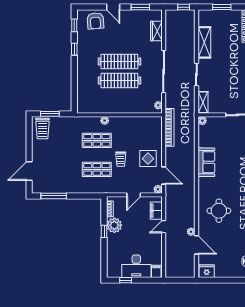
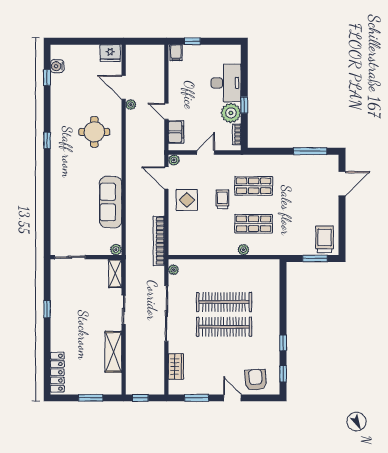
sofa: (206, 162) -> (111, 202), width x1.36
door: (164, 227) -> (166, 111), swing flipped
desk: (136, 266) -> (226, 83), moved, turned 90
window: (126, 280) -> (192, 41), moved

